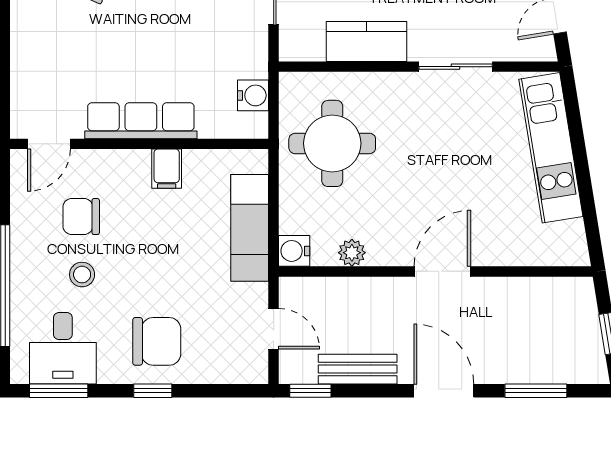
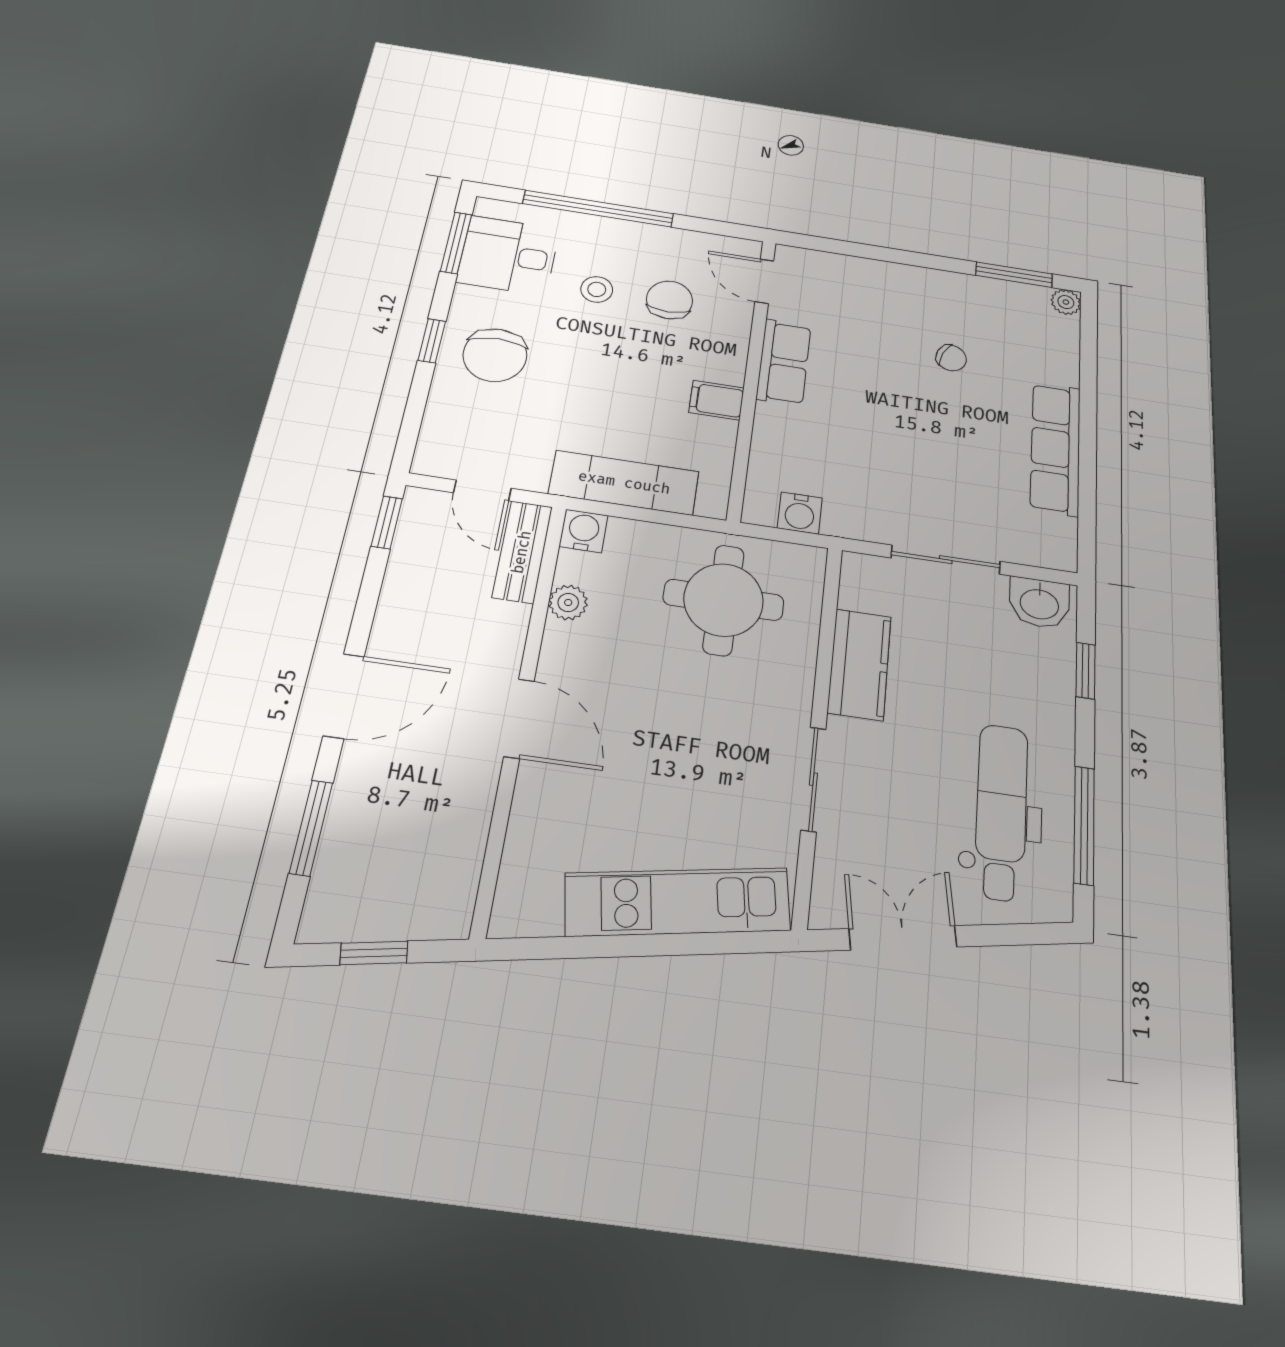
row of seats: (141, 121) -> (784, 362), width x0.68
door: (274, 329) -> (482, 490), hinge flipped
bench: (358, 369) -> (522, 552), moved

